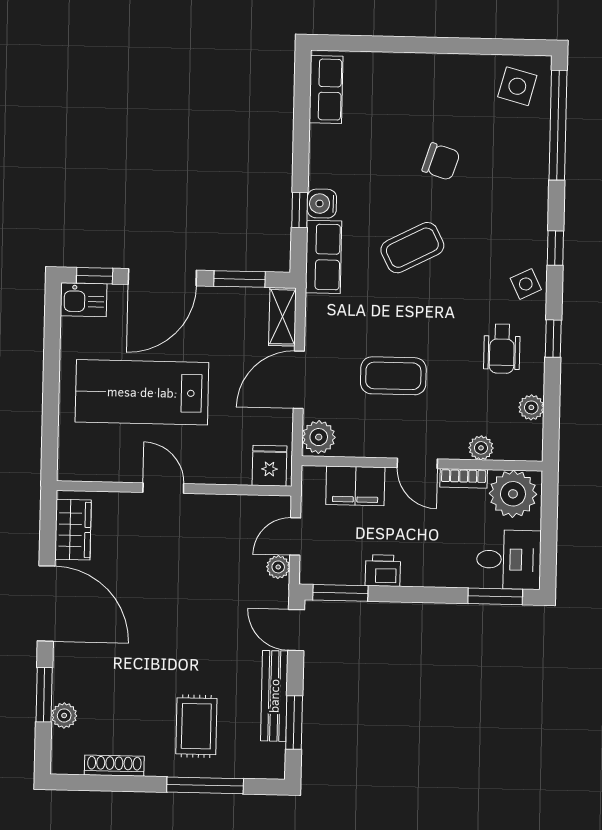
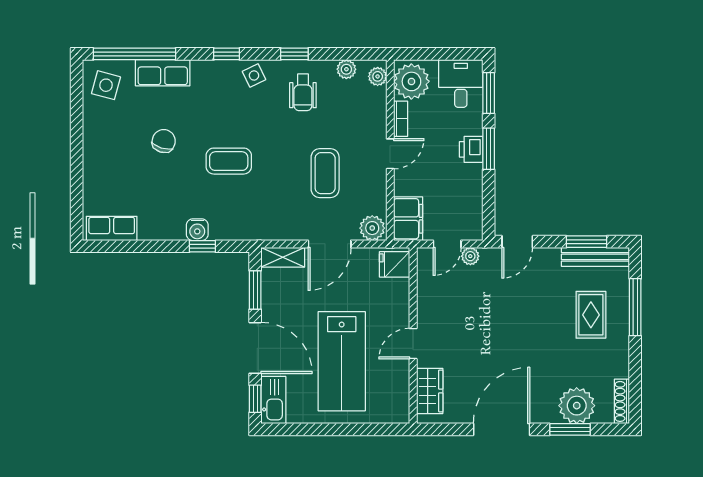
coffee table: (412, 248) -> (229, 161), turned -63
row of seats: (324, 257) -> (163, 73), moved, turned 180
kitchen sink: (84, 300) -> (273, 400), width x1.38
wheelchair: (502, 349) -> (303, 92), turned 90
door: (299, 380) -> (330, 244), hinge flipped
plant: (481, 448) -> (378, 76), moved
filing cabinet: (355, 486) -> (408, 219), moved
wardrobe: (73, 530) -> (430, 391), moved, turned 90
door: (295, 537) -> (447, 244), hinge flipped
printer: (383, 571) -> (471, 149), moved
window: (340, 593) -> (489, 149), moved
bench: (274, 696) -> (595, 257), moved
plant: (64, 715) -> (577, 406), width x1.88, depth x1.88
rug: (196, 726) -> (591, 315), turned 90
shoe rack: (114, 766) -> (622, 401), moved

